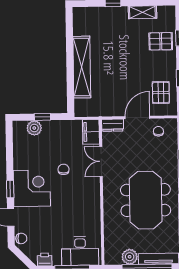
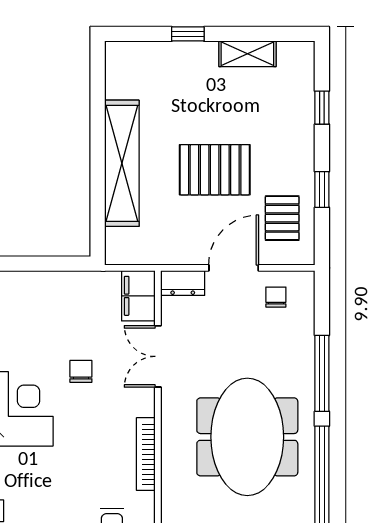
pallet: (161, 41) -> (215, 170), moved, width x1.50, depth x1.42
window: (42, 117) -> (40, 264), removed
plant: (34, 128) -> (23, 286), removed
bookcase: (96, 209) -> (146, 454), added

